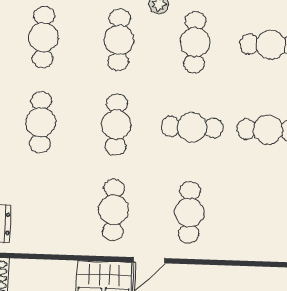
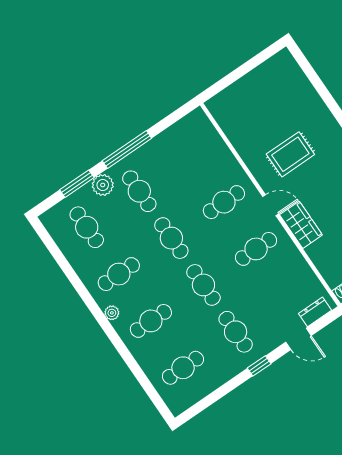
cafe table: (41, 122) -> (236, 332), turned 90
cafe table: (116, 125) -> (203, 285), turned 90

